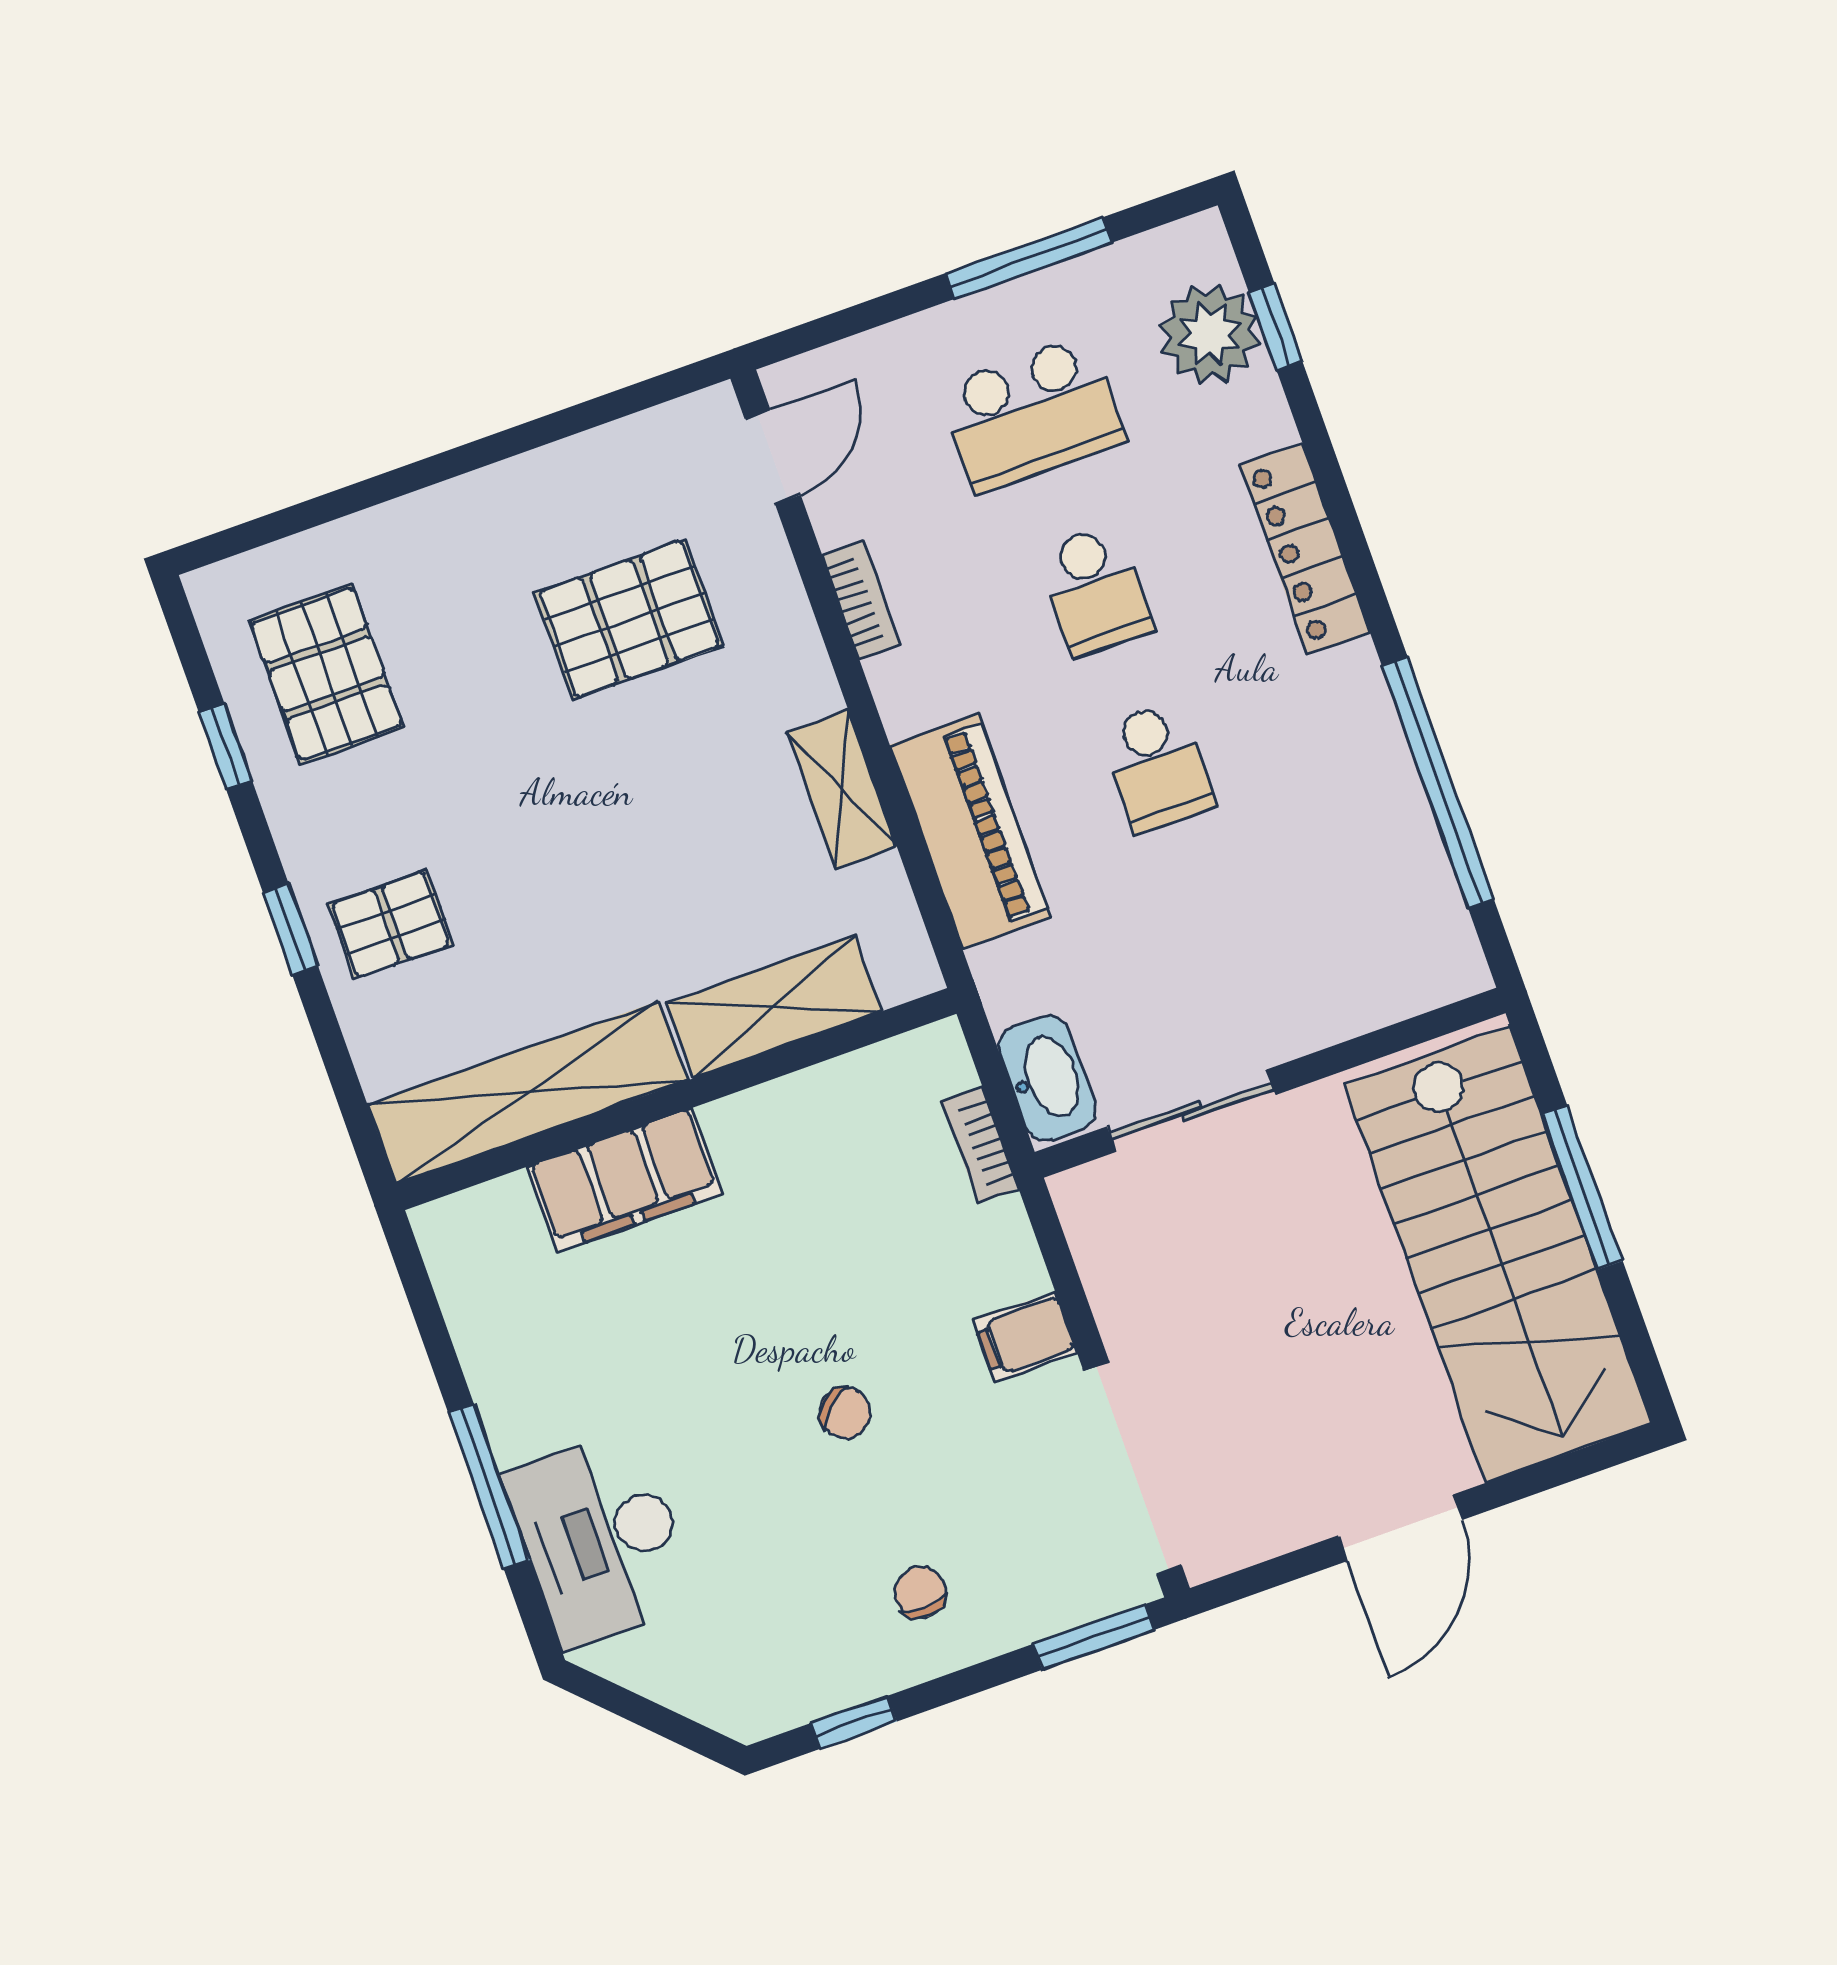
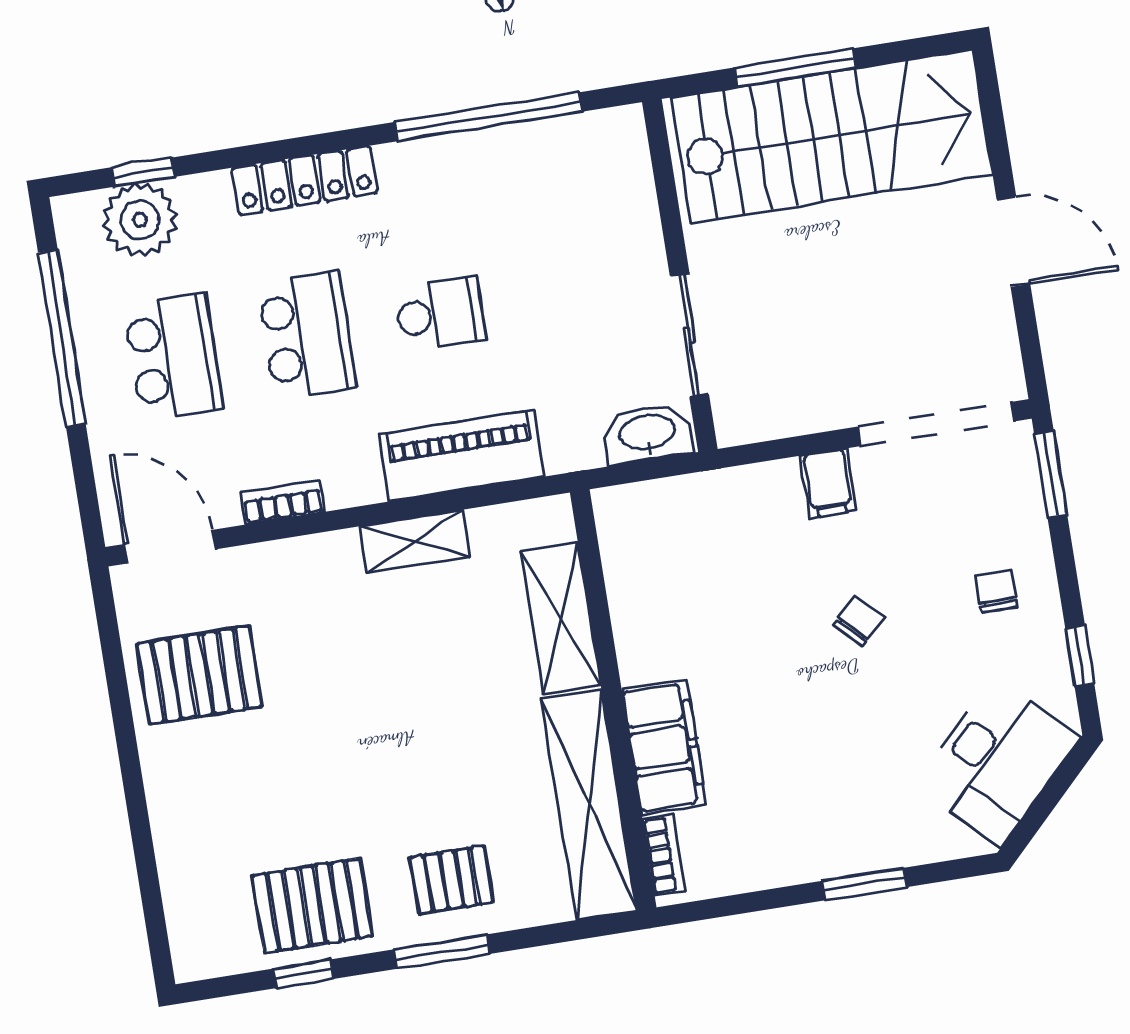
window: (1029, 258) -> (62, 338), width x1.46
door: (773, 457) -> (170, 547), width x1.38
school desk: (1095, 591) -> (307, 335), width x1.85
pallet: (629, 619) -> (199, 675), moved, turned 90
pallet: (327, 674) -> (312, 906), moved
pallet: (391, 924) -> (451, 880), turned 90
window: (290, 929) -> (442, 952), width x1.50
bookcase: (980, 1145) -> (664, 855), moved, turned -90
window: (489, 1487) -> (864, 884), width x0.69
desk: (601, 1538) -> (997, 761), moved, turned -45
chair: (920, 1593) -> (996, 591), turned 90

